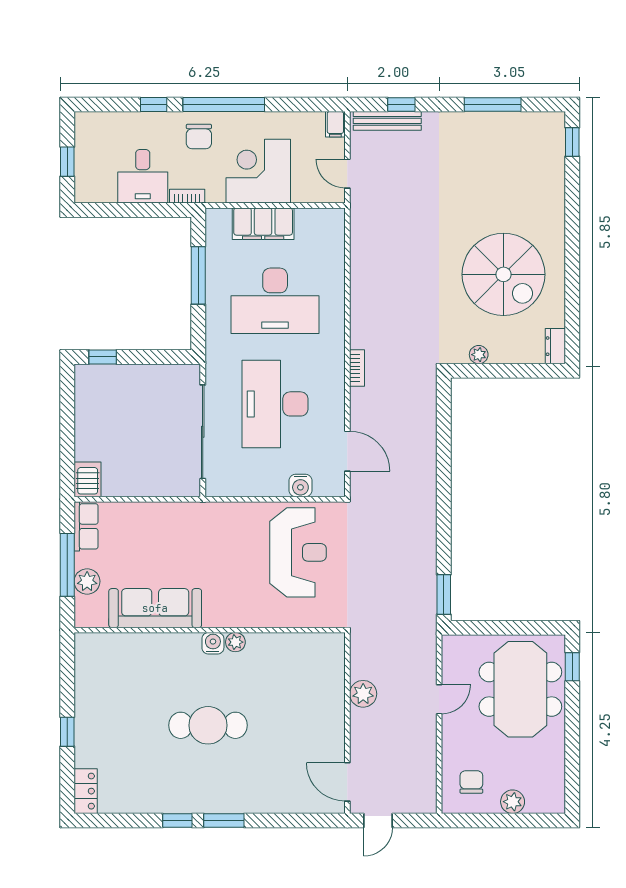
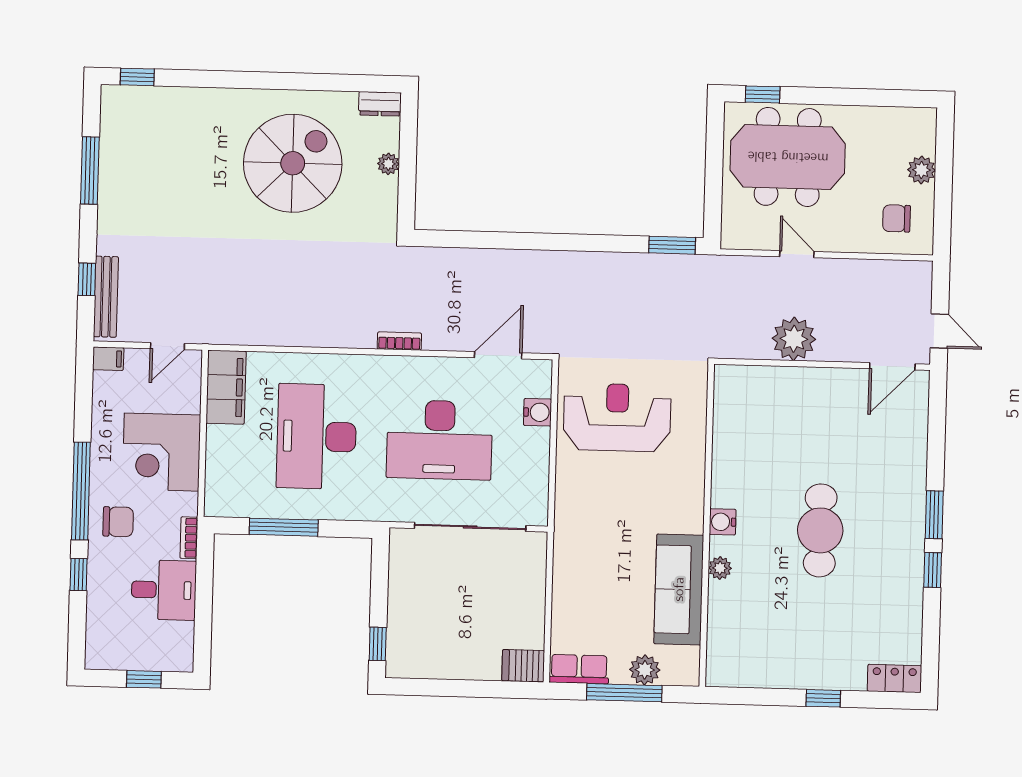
filing cabinet: (263, 224) -> (226, 387), moved
desk: (275, 301) -> (317, 436), turned 180
plant: (479, 355) -> (388, 164), moved
plant: (235, 642) -> (720, 568), moved
plant: (363, 694) -> (794, 339), width x1.36, depth x1.36

